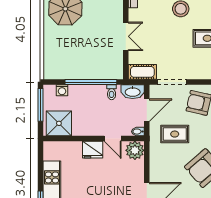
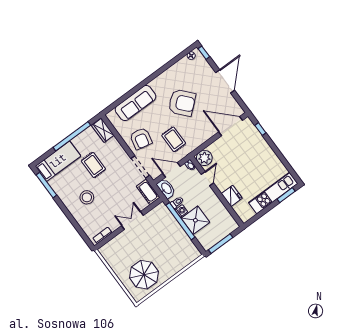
washing machine: (62, 90) -> (181, 211), moved
shower: (59, 123) -> (195, 220), moved
fridge: (93, 150) -> (232, 196), moved

